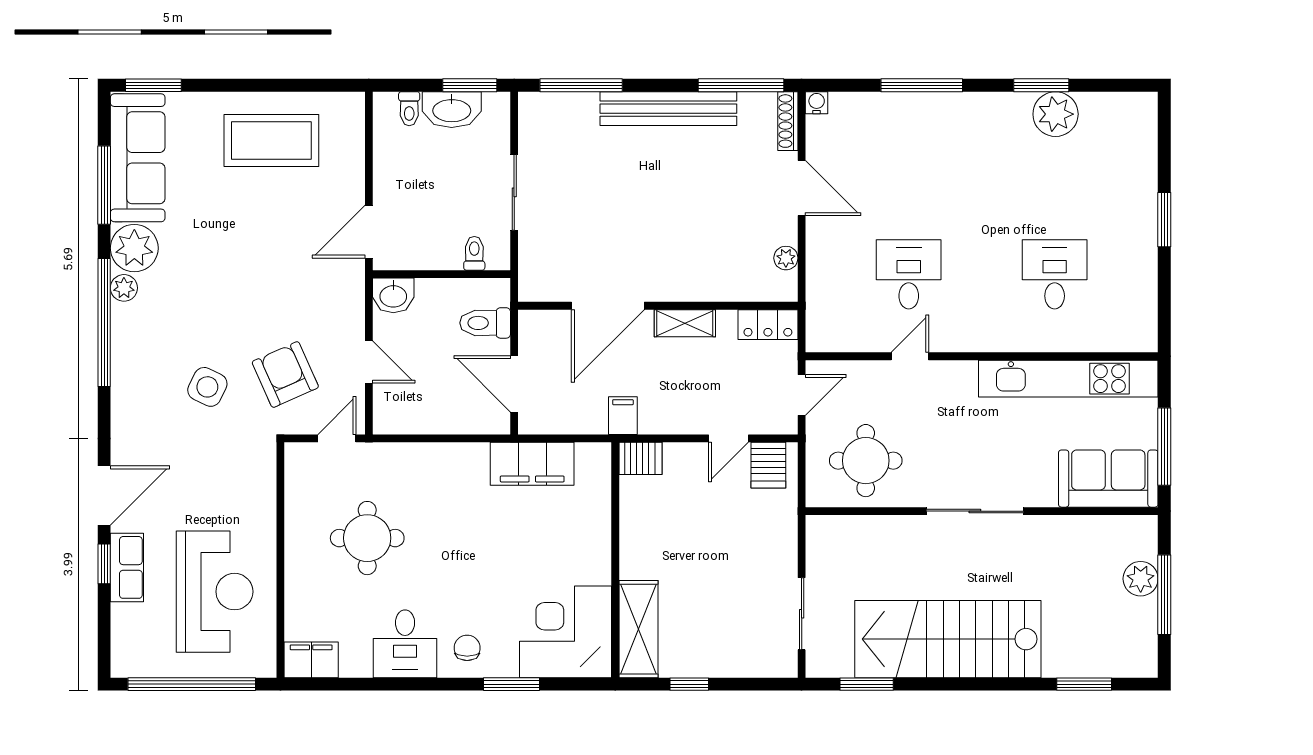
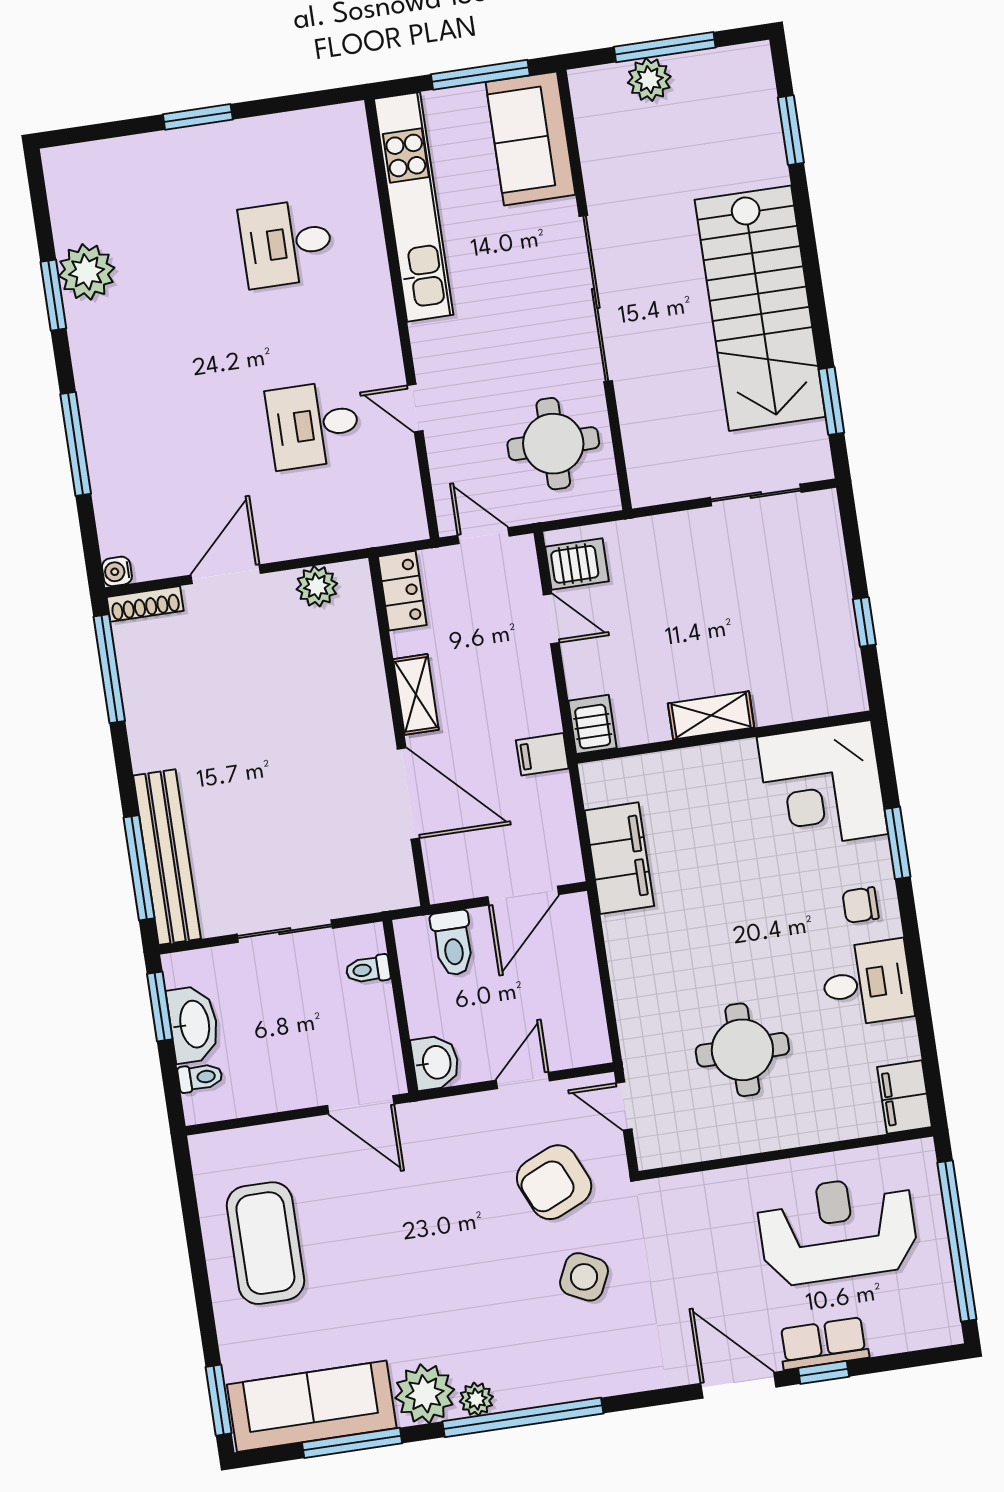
bench: (668, 109) -> (167, 857), moved
plant: (786, 258) -> (317, 586), width x1.38, depth x1.38
sliding door: (975, 511) -> (596, 298), width x1.36
shelving: (639, 629) -> (711, 715), moved, width x0.67, depth x0.75

